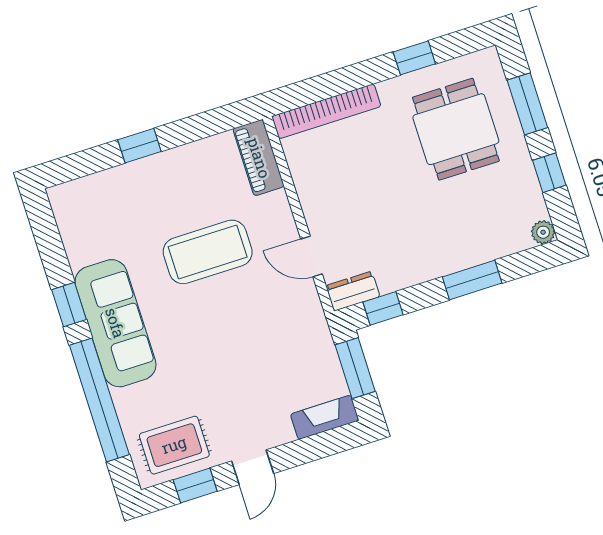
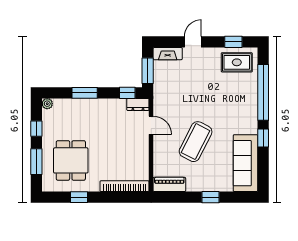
piano: (259, 158) -> (169, 184), moved, turned -90
coffee table: (208, 252) -> (196, 142), turned -63
sofa: (115, 323) -> (245, 163), moved
door: (253, 467) -> (193, 42), moved

